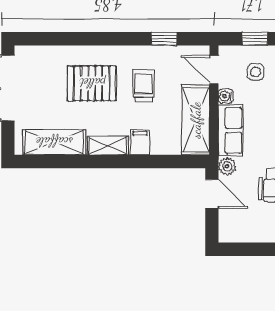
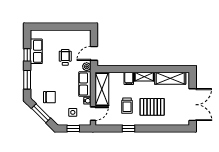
window: (164, 39) -> (129, 128), moved
door: (214, 69) -> (93, 114), hinge flipped
door: (212, 194) -> (94, 53), hinge flipped

